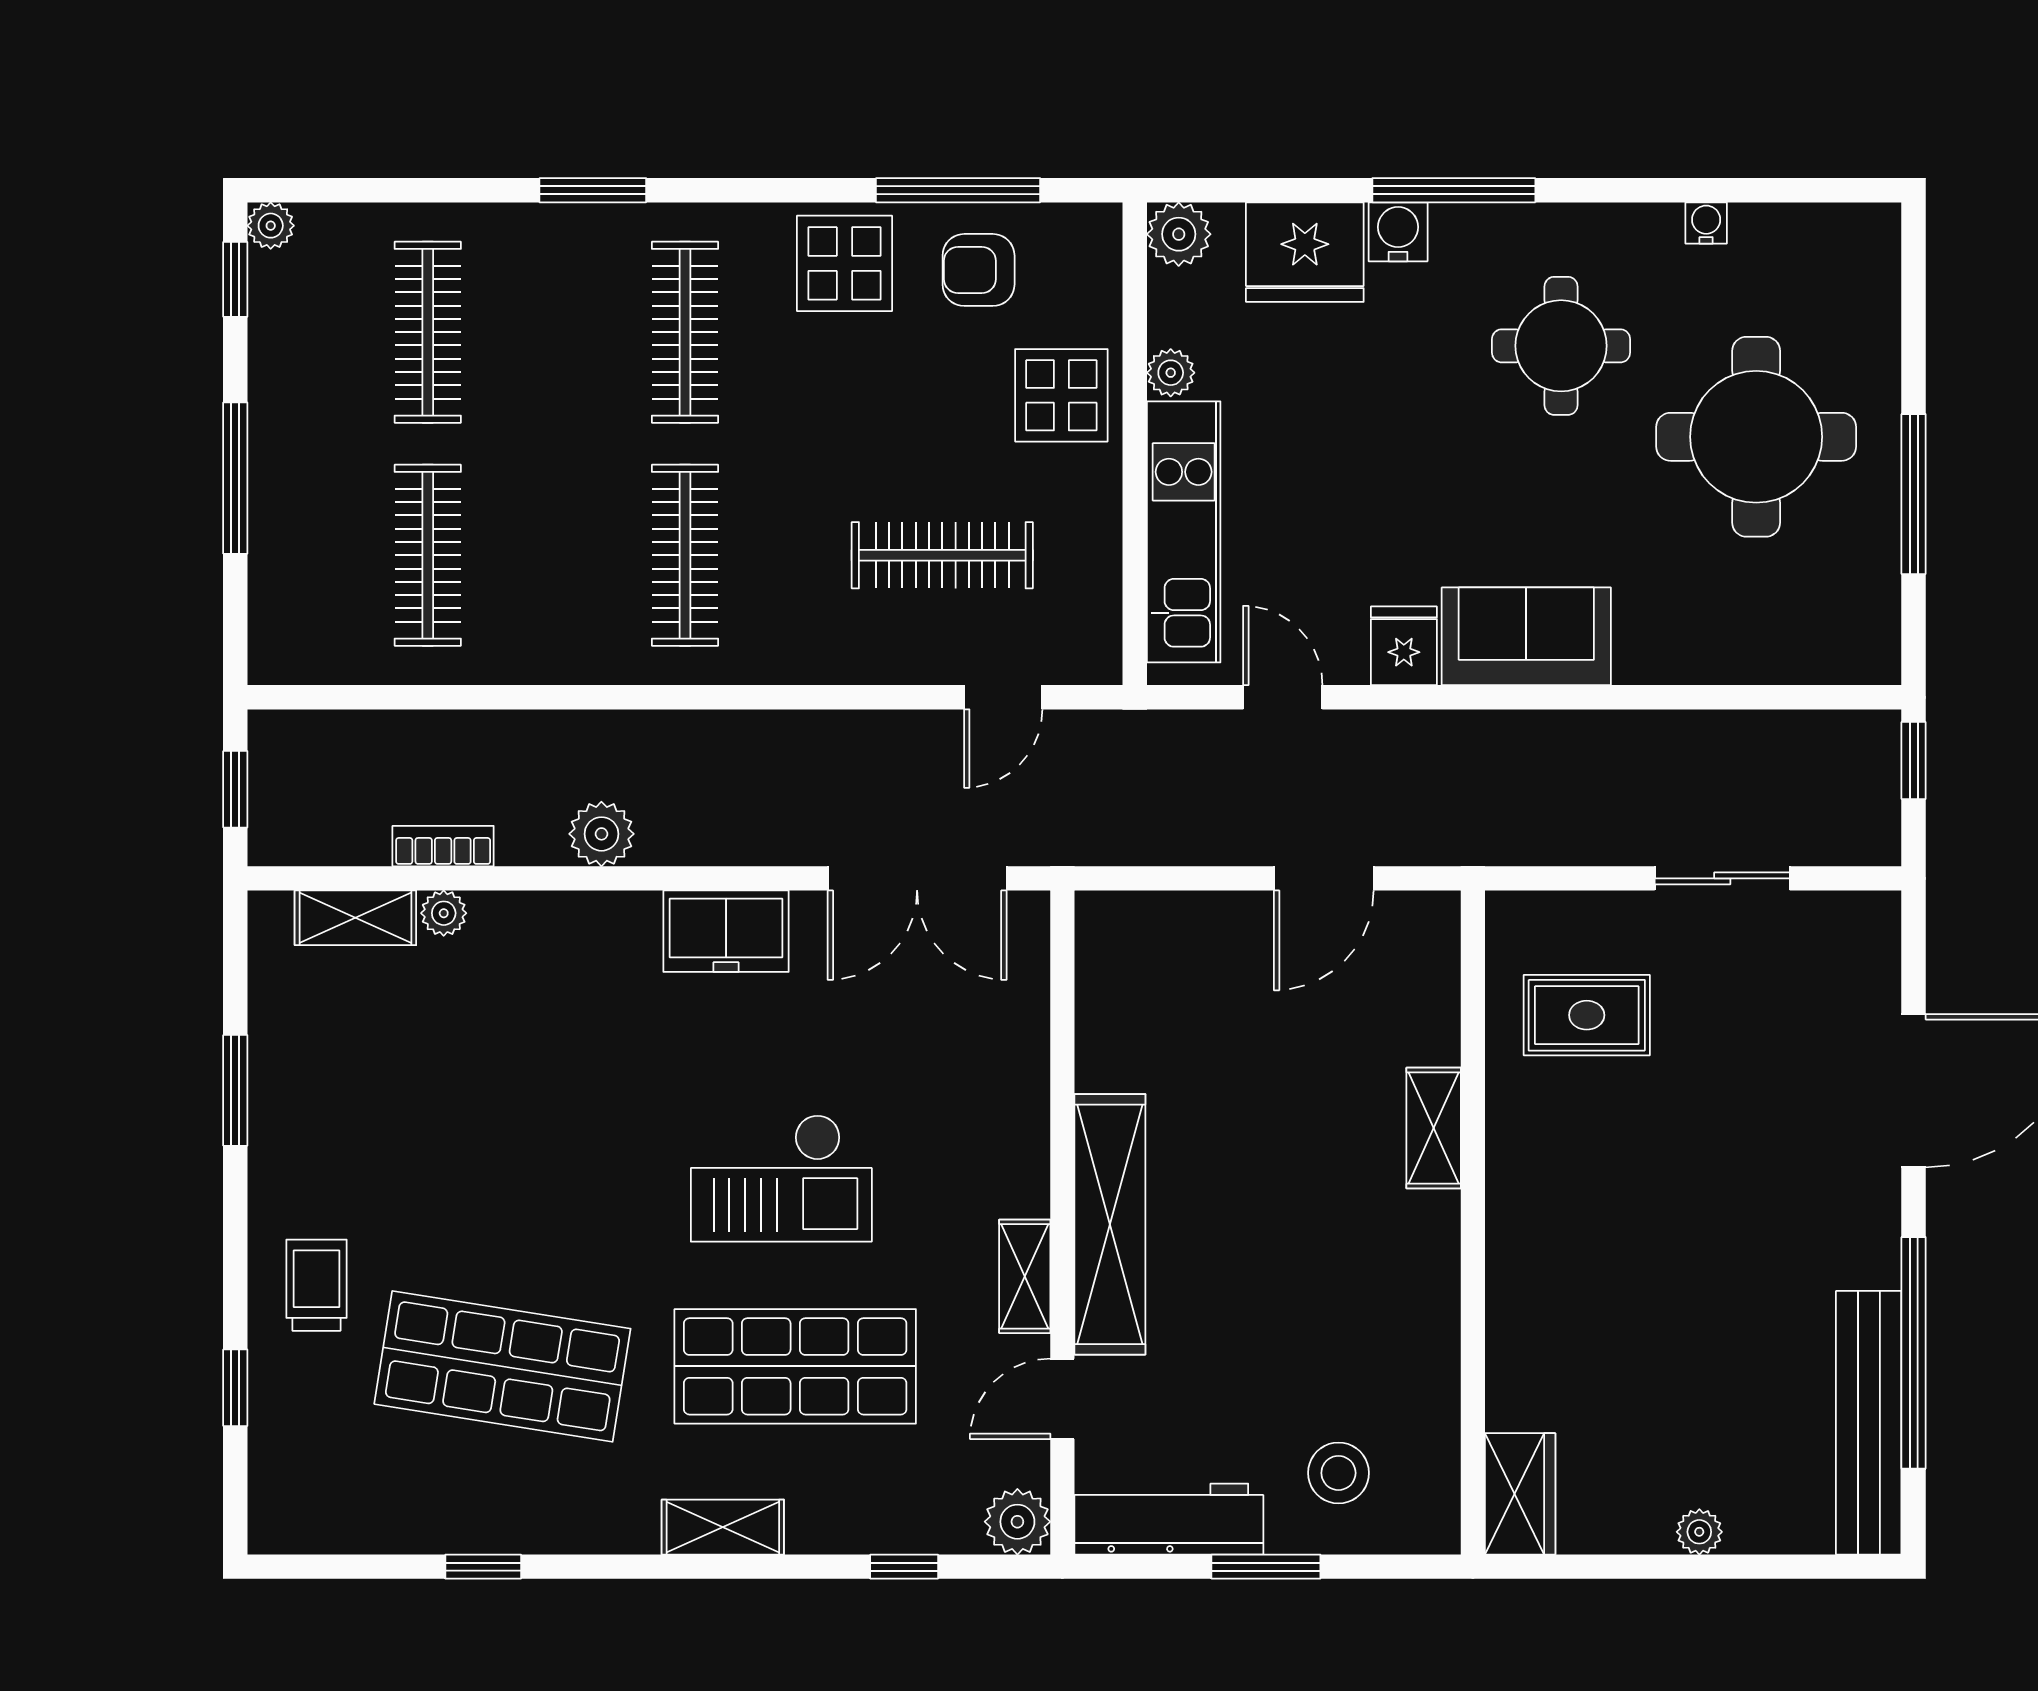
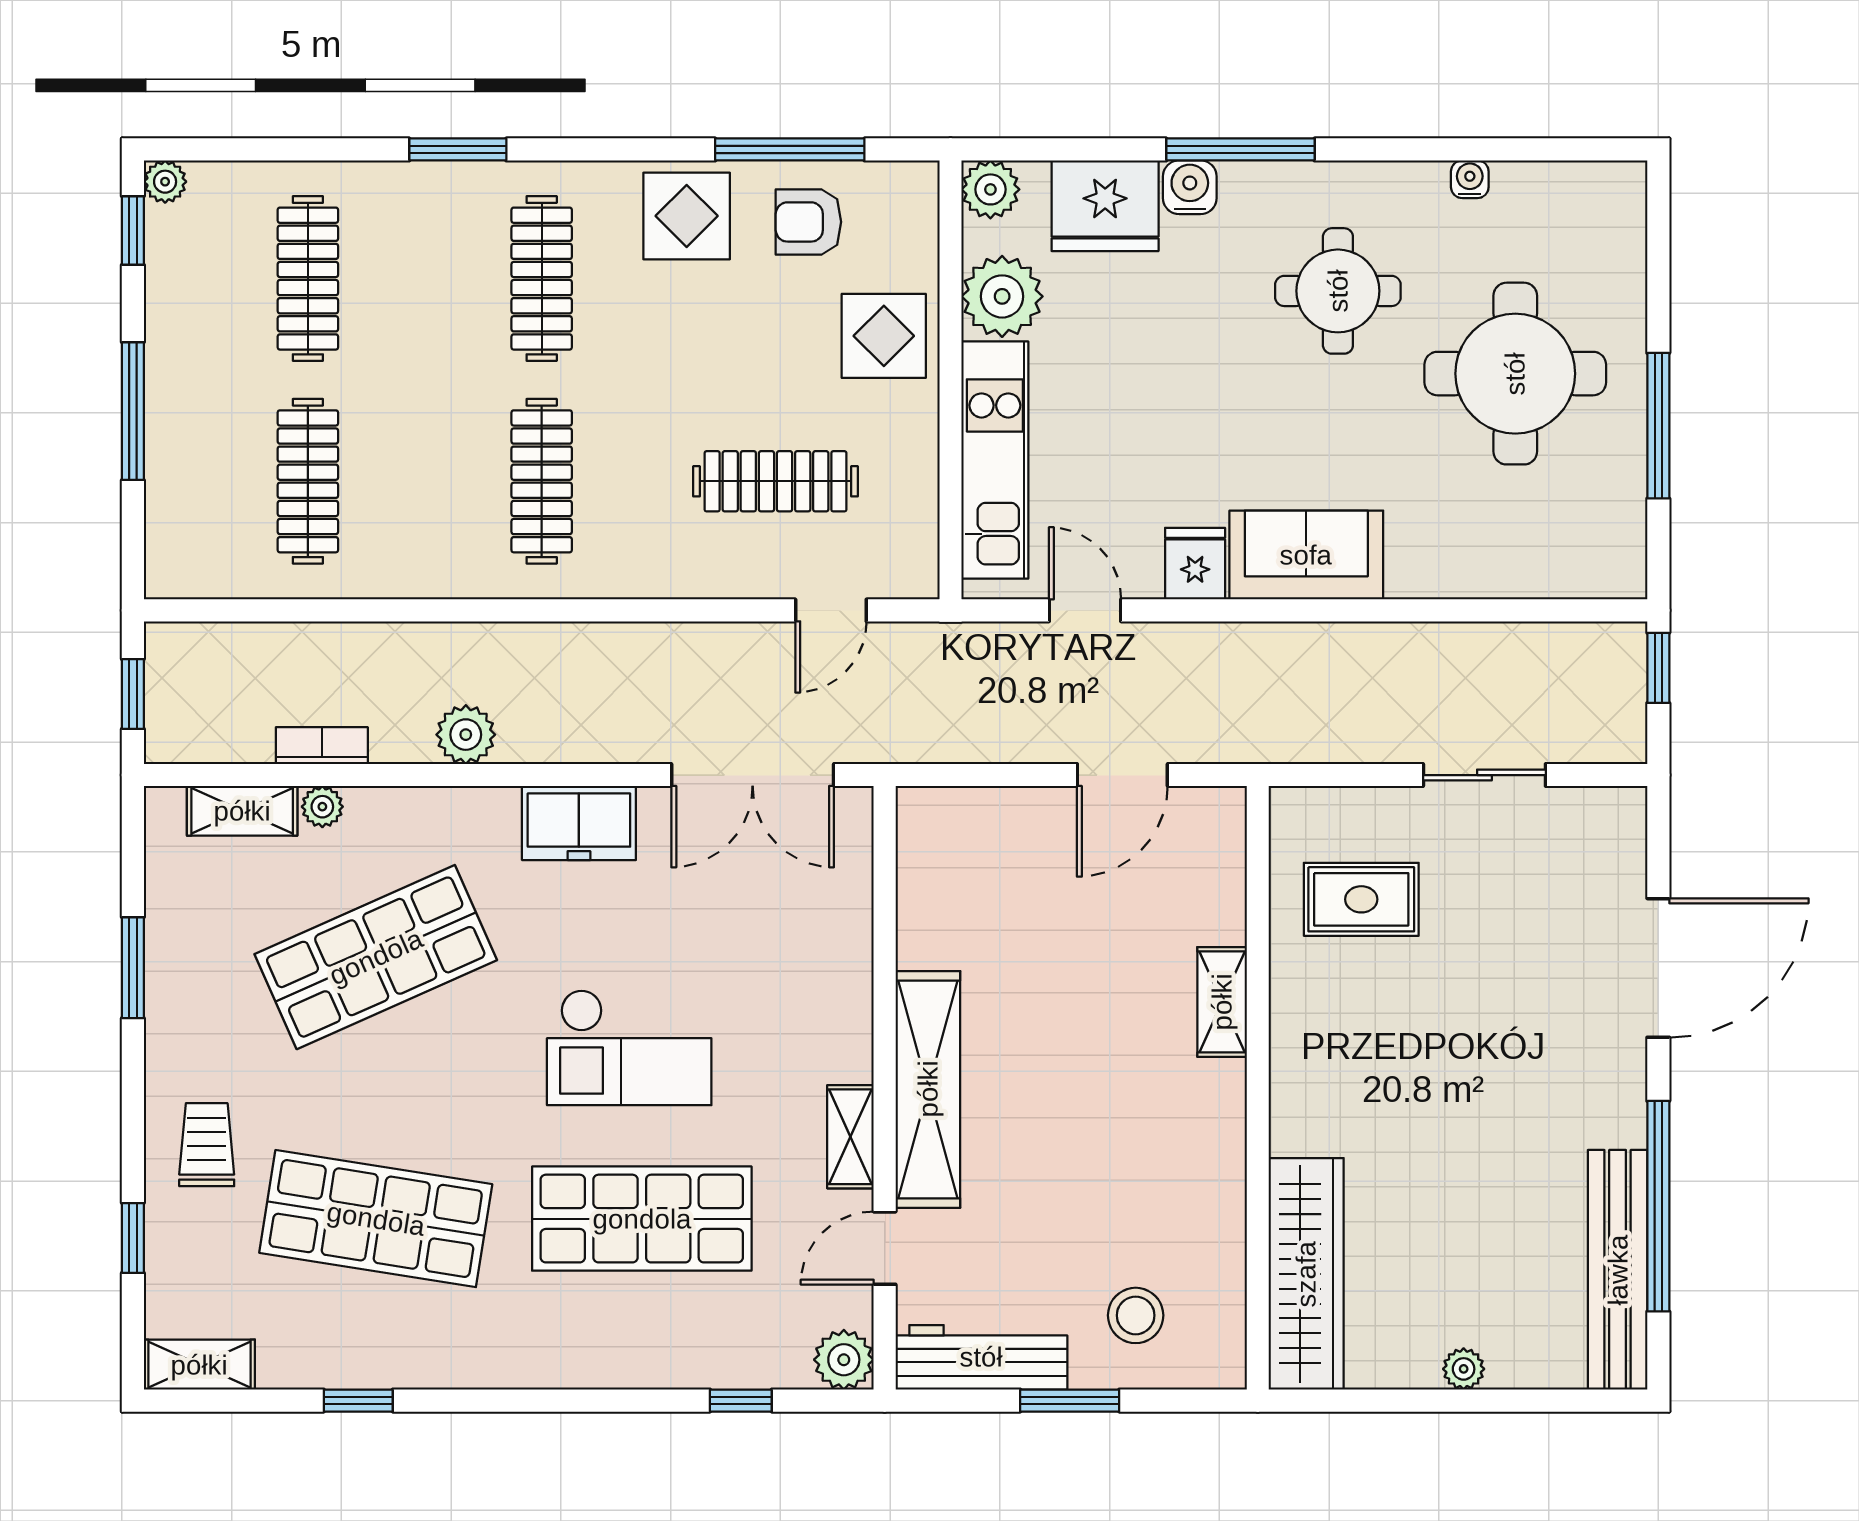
plant: (1171, 373) -> (1002, 296), width x1.87, depth x1.87
shop shelf: (502, 1079) -> (376, 957), added
wardrobe: (1520, 1494) -> (1306, 1274), width x2.10, depth x1.17
shelving: (723, 1527) -> (199, 1365), moved

